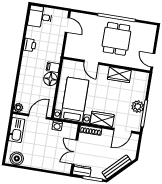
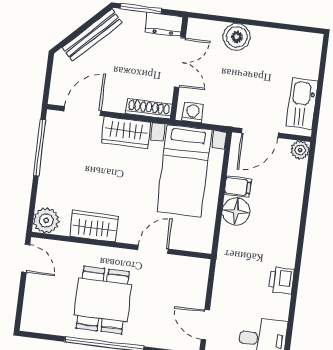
door: (91, 62) -> (153, 249), hinge flipped
filing cabinet: (53, 67) -> (238, 187), moved
plant: (138, 107) -> (46, 220), moved
washing machine: (57, 126) -> (193, 112), moved
boiler: (17, 158) -> (237, 37), moved

